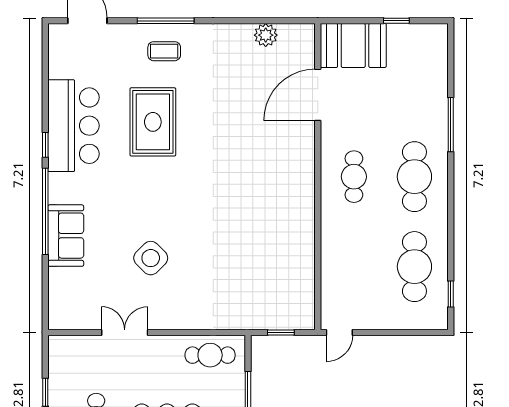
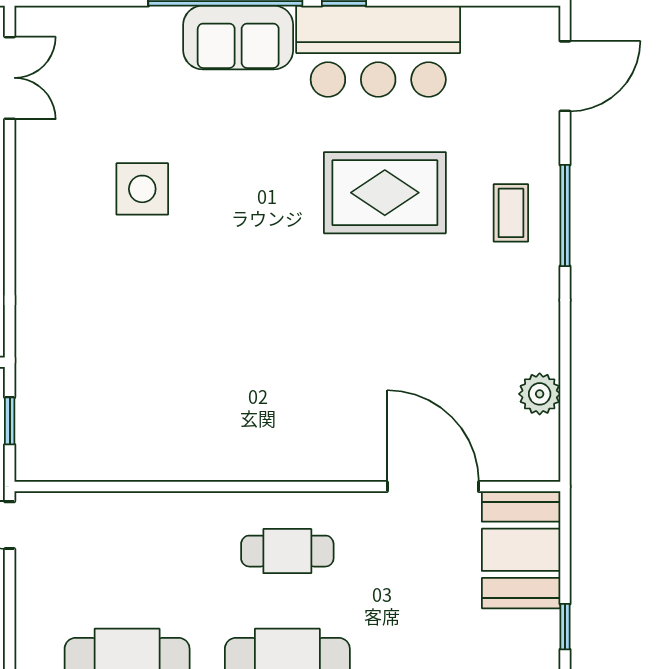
sofa: (66, 236) -> (238, 38), moved
side table: (151, 258) -> (142, 189), turned 45
double door: (125, 332) -> (10, 78), moved

